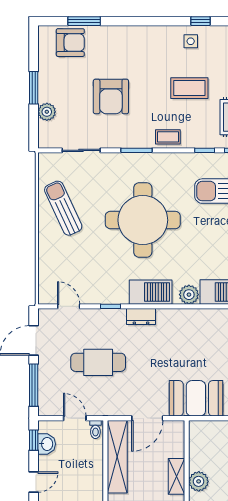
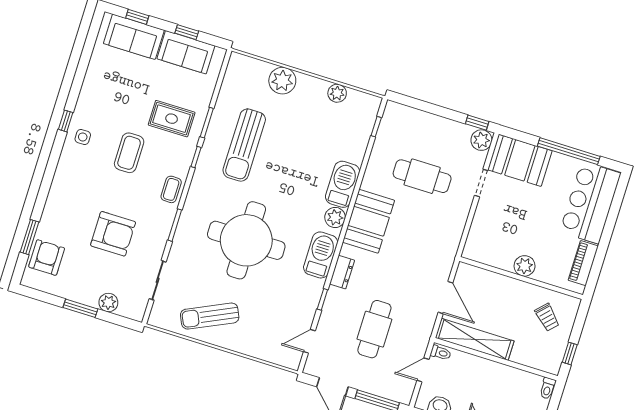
booth: (196, 398) -> (369, 221), moved
shelving: (177, 476) -> (513, 286), removed

